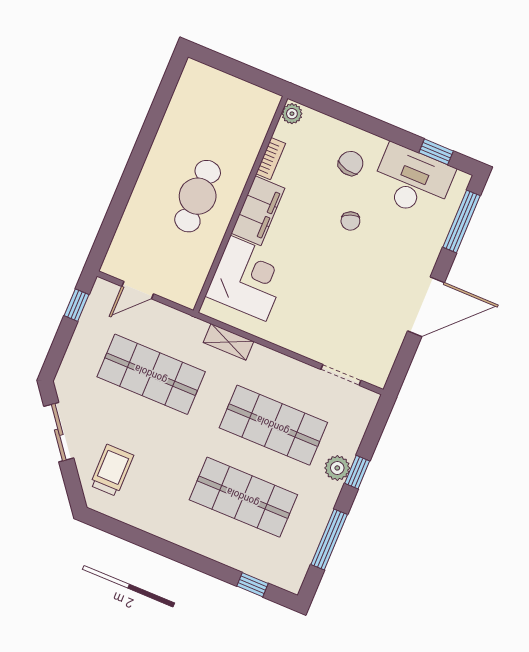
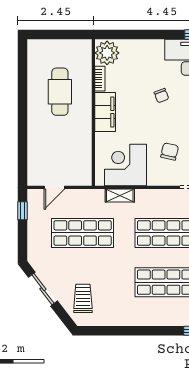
plant: (292, 114) -> (107, 53), width x1.88, depth x1.88
chair: (351, 163) -> (170, 152), moved
cafe table: (198, 196) -> (60, 92), moved
corner desk: (248, 278) -> (126, 165), moved, turned -90

